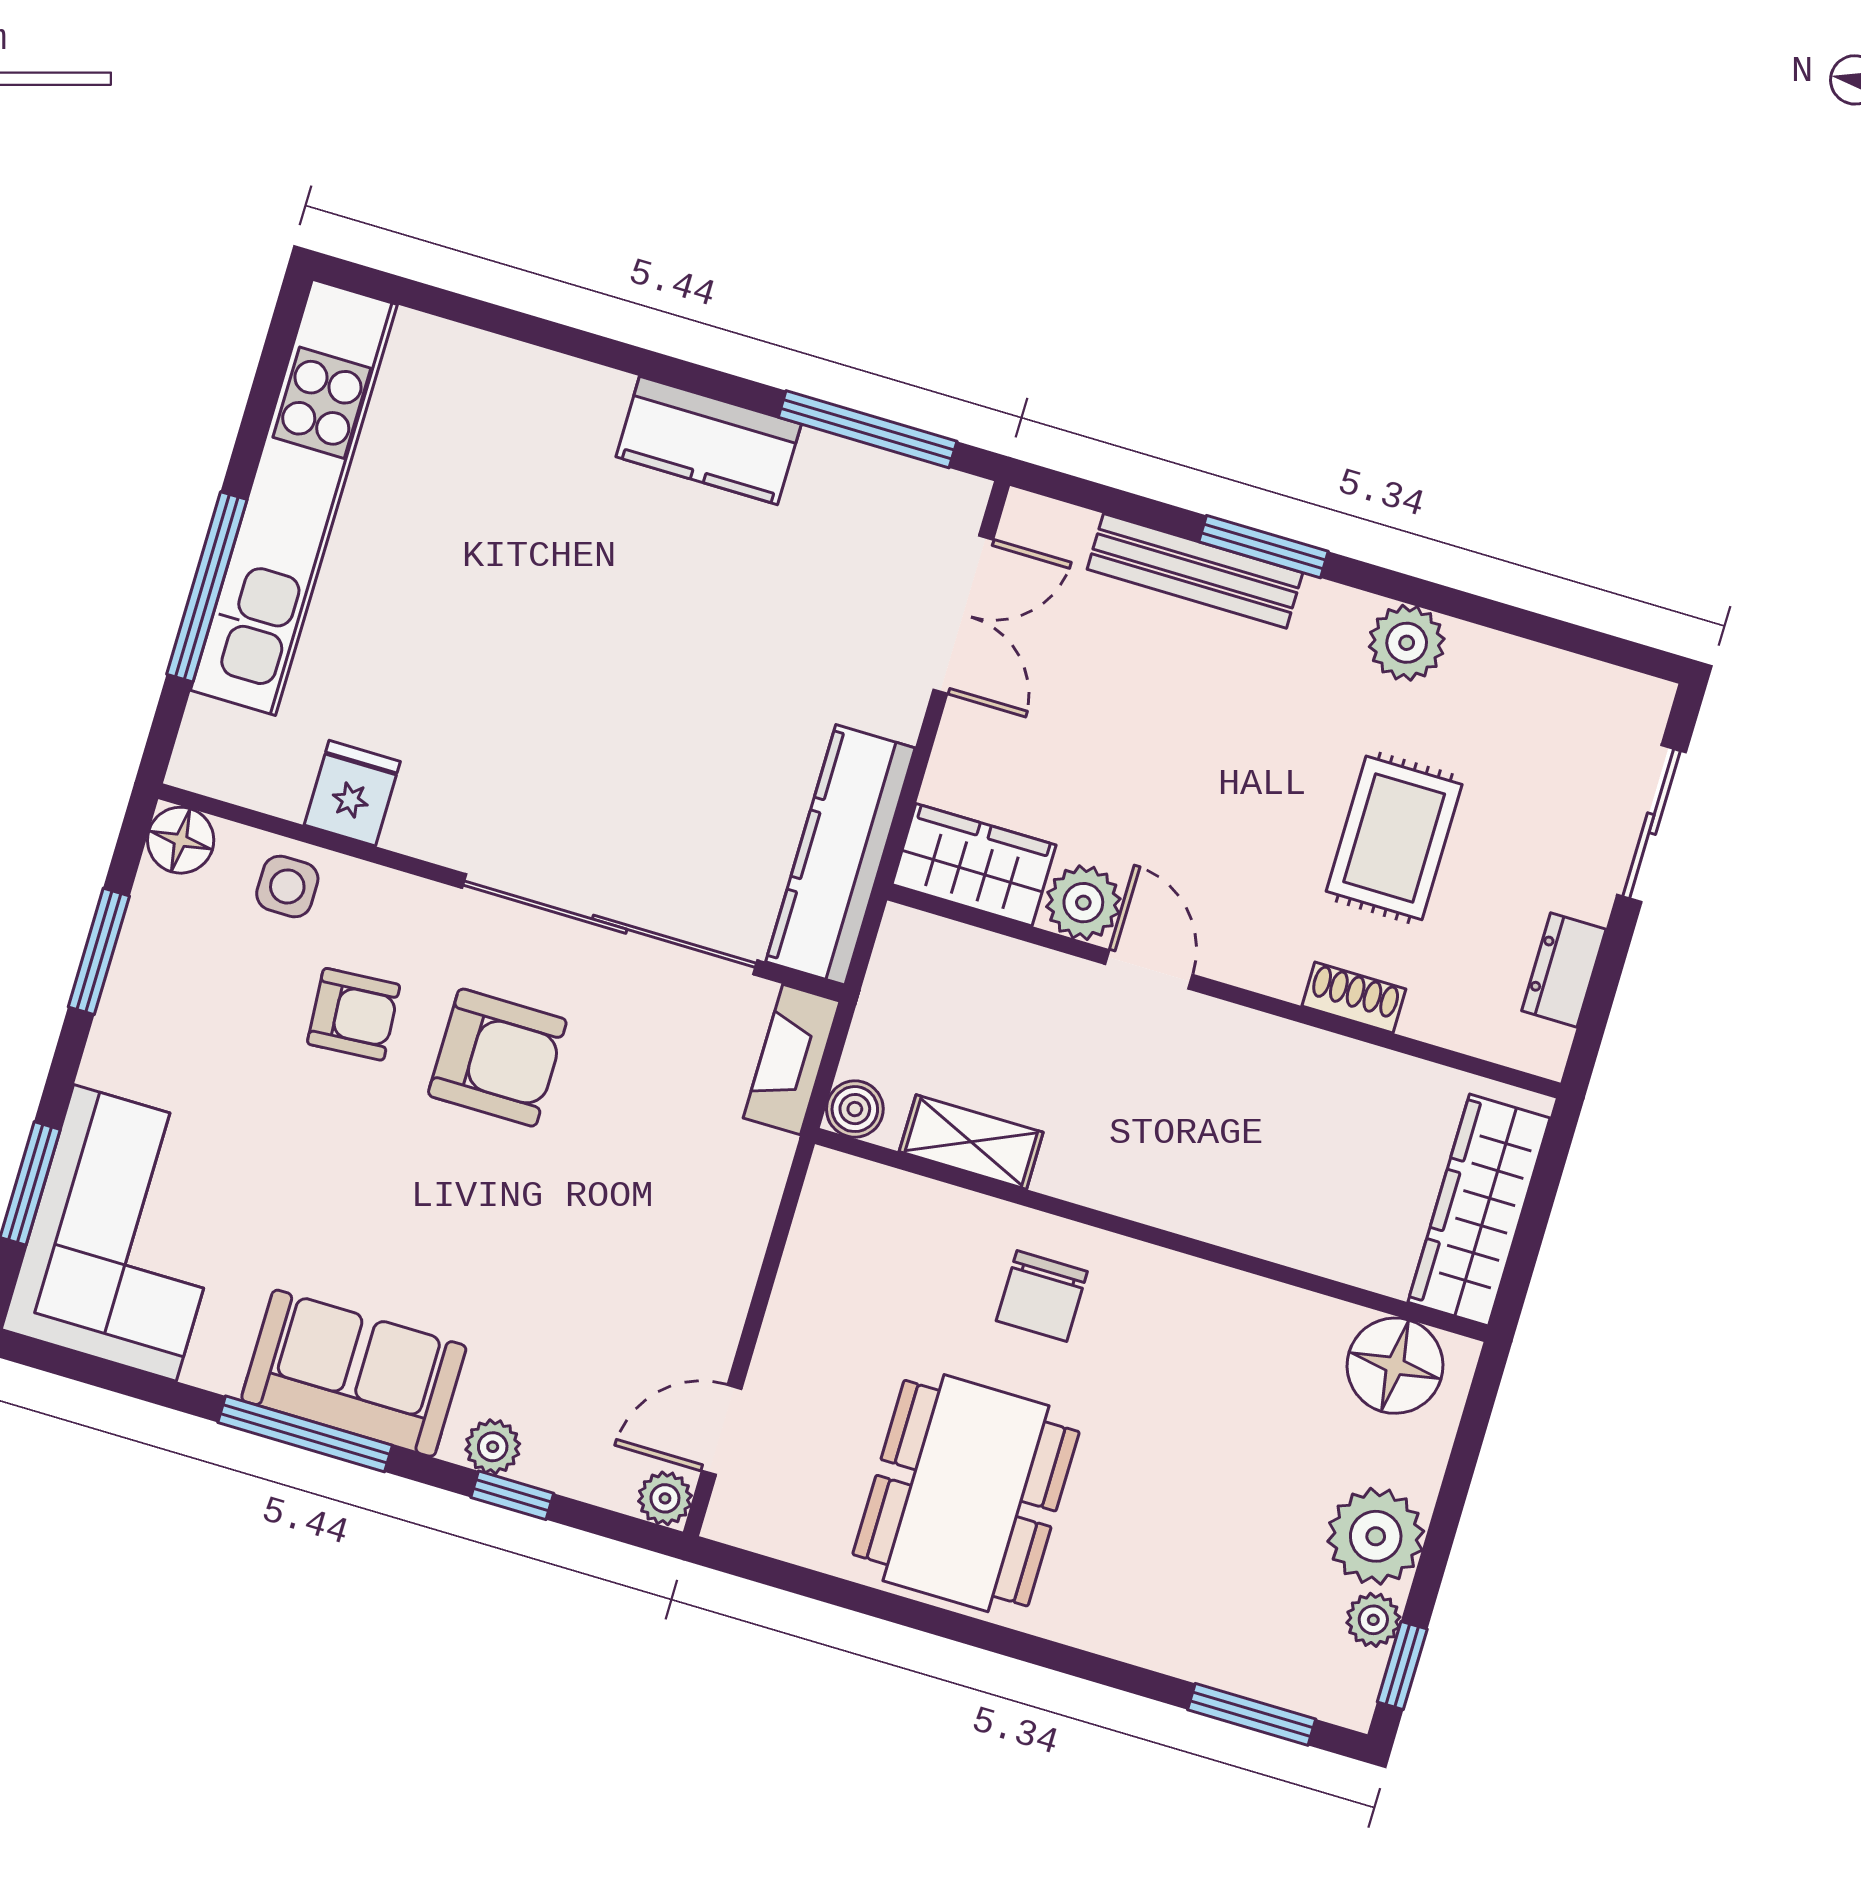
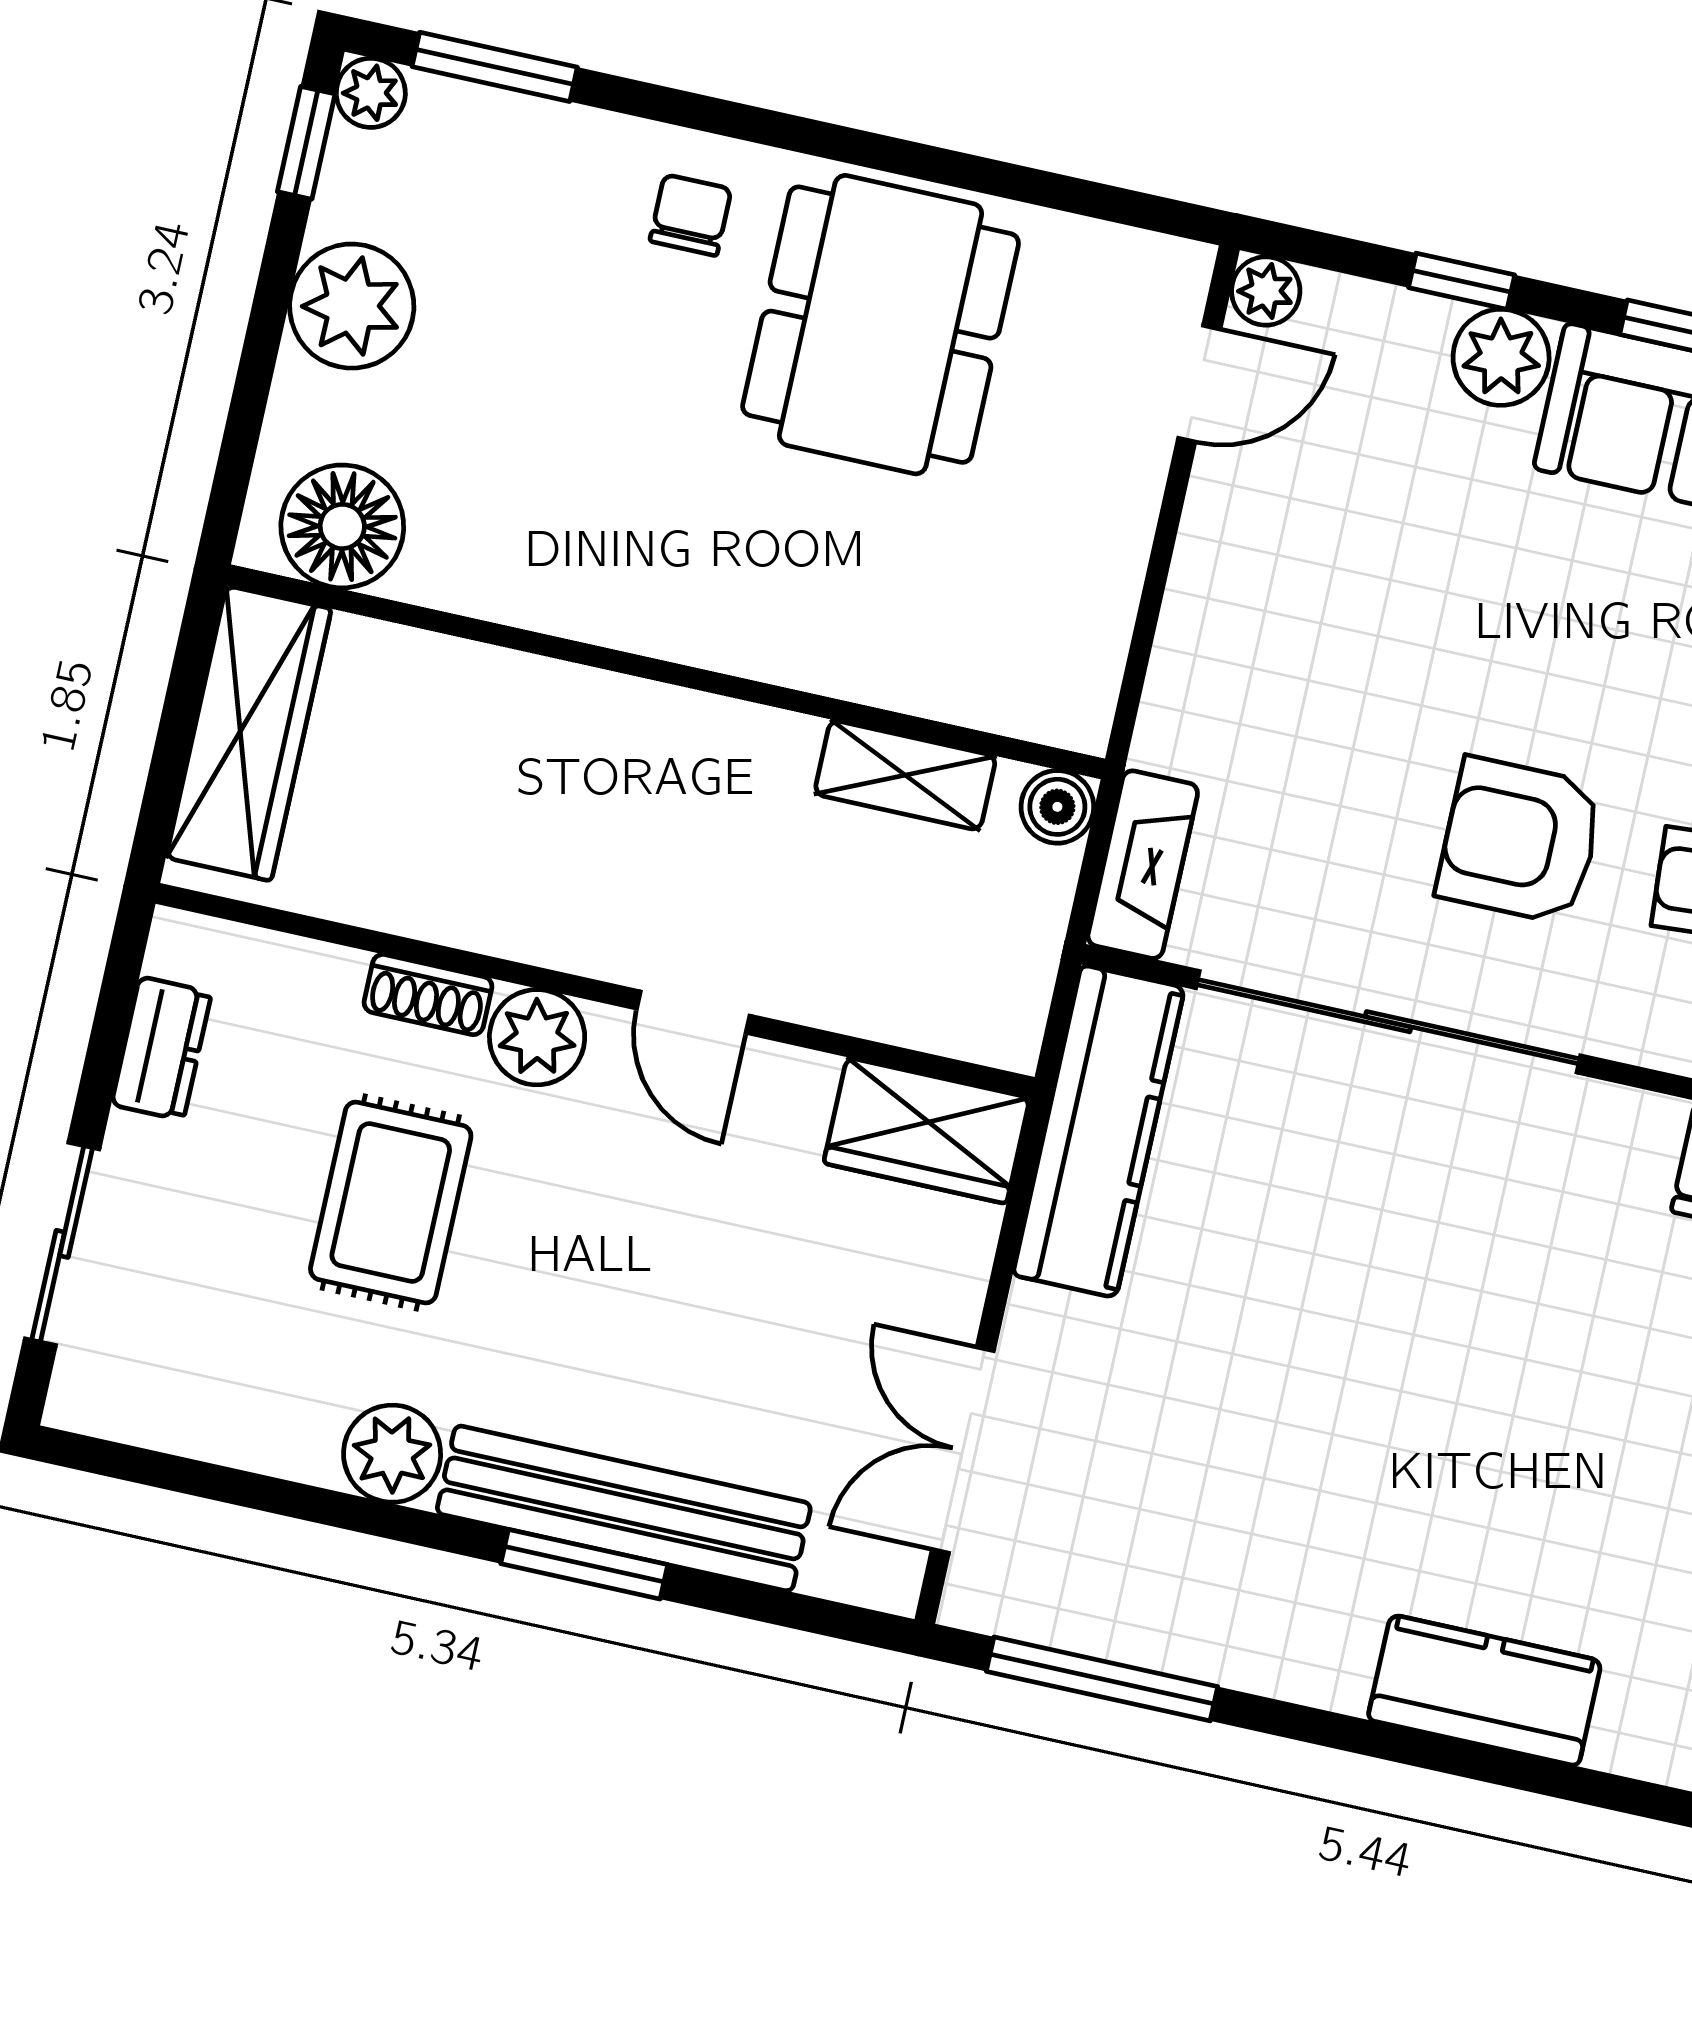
kitchen counter: (709, 440) -> (1485, 1690), moved
bench: (1195, 571) -> (624, 1508), width x1.37, depth x1.21
plant: (1083, 903) -> (537, 1037), moved
chair: (1042, 1296) -> (691, 215), moved, width x0.73, depth x0.73
plant: (493, 1447) -> (1501, 357), width x1.38, depth x1.38
plant: (1373, 1620) -> (371, 93), moved

